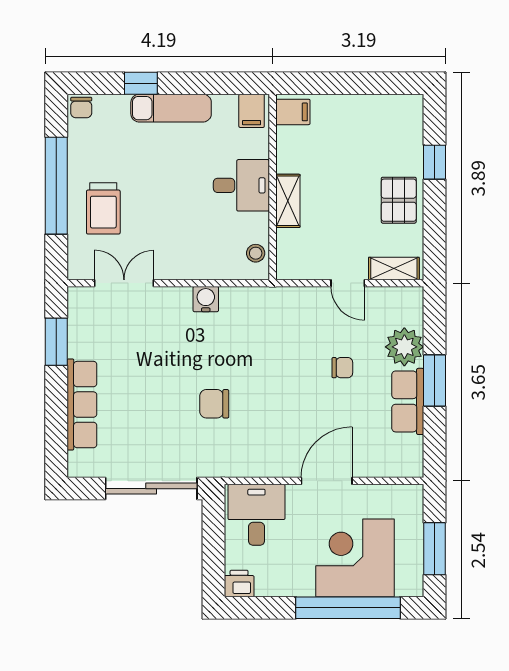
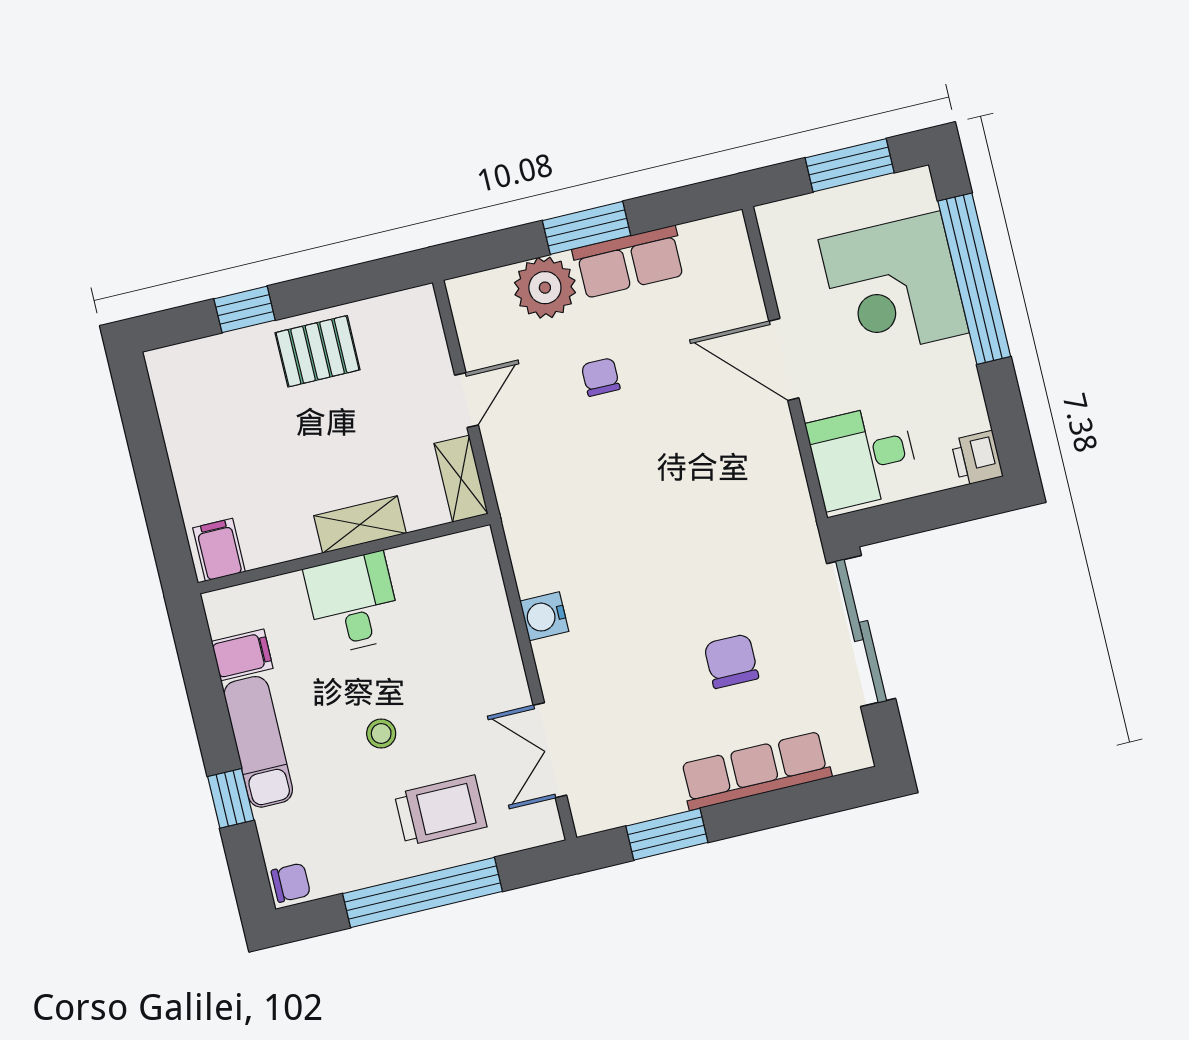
filing cabinet: (252, 111) -> (242, 655), moved
stool: (256, 253) -> (381, 734), moved
shelving: (394, 269) -> (461, 479), moved
chair: (214, 404) -> (731, 661), moved, turned 180

